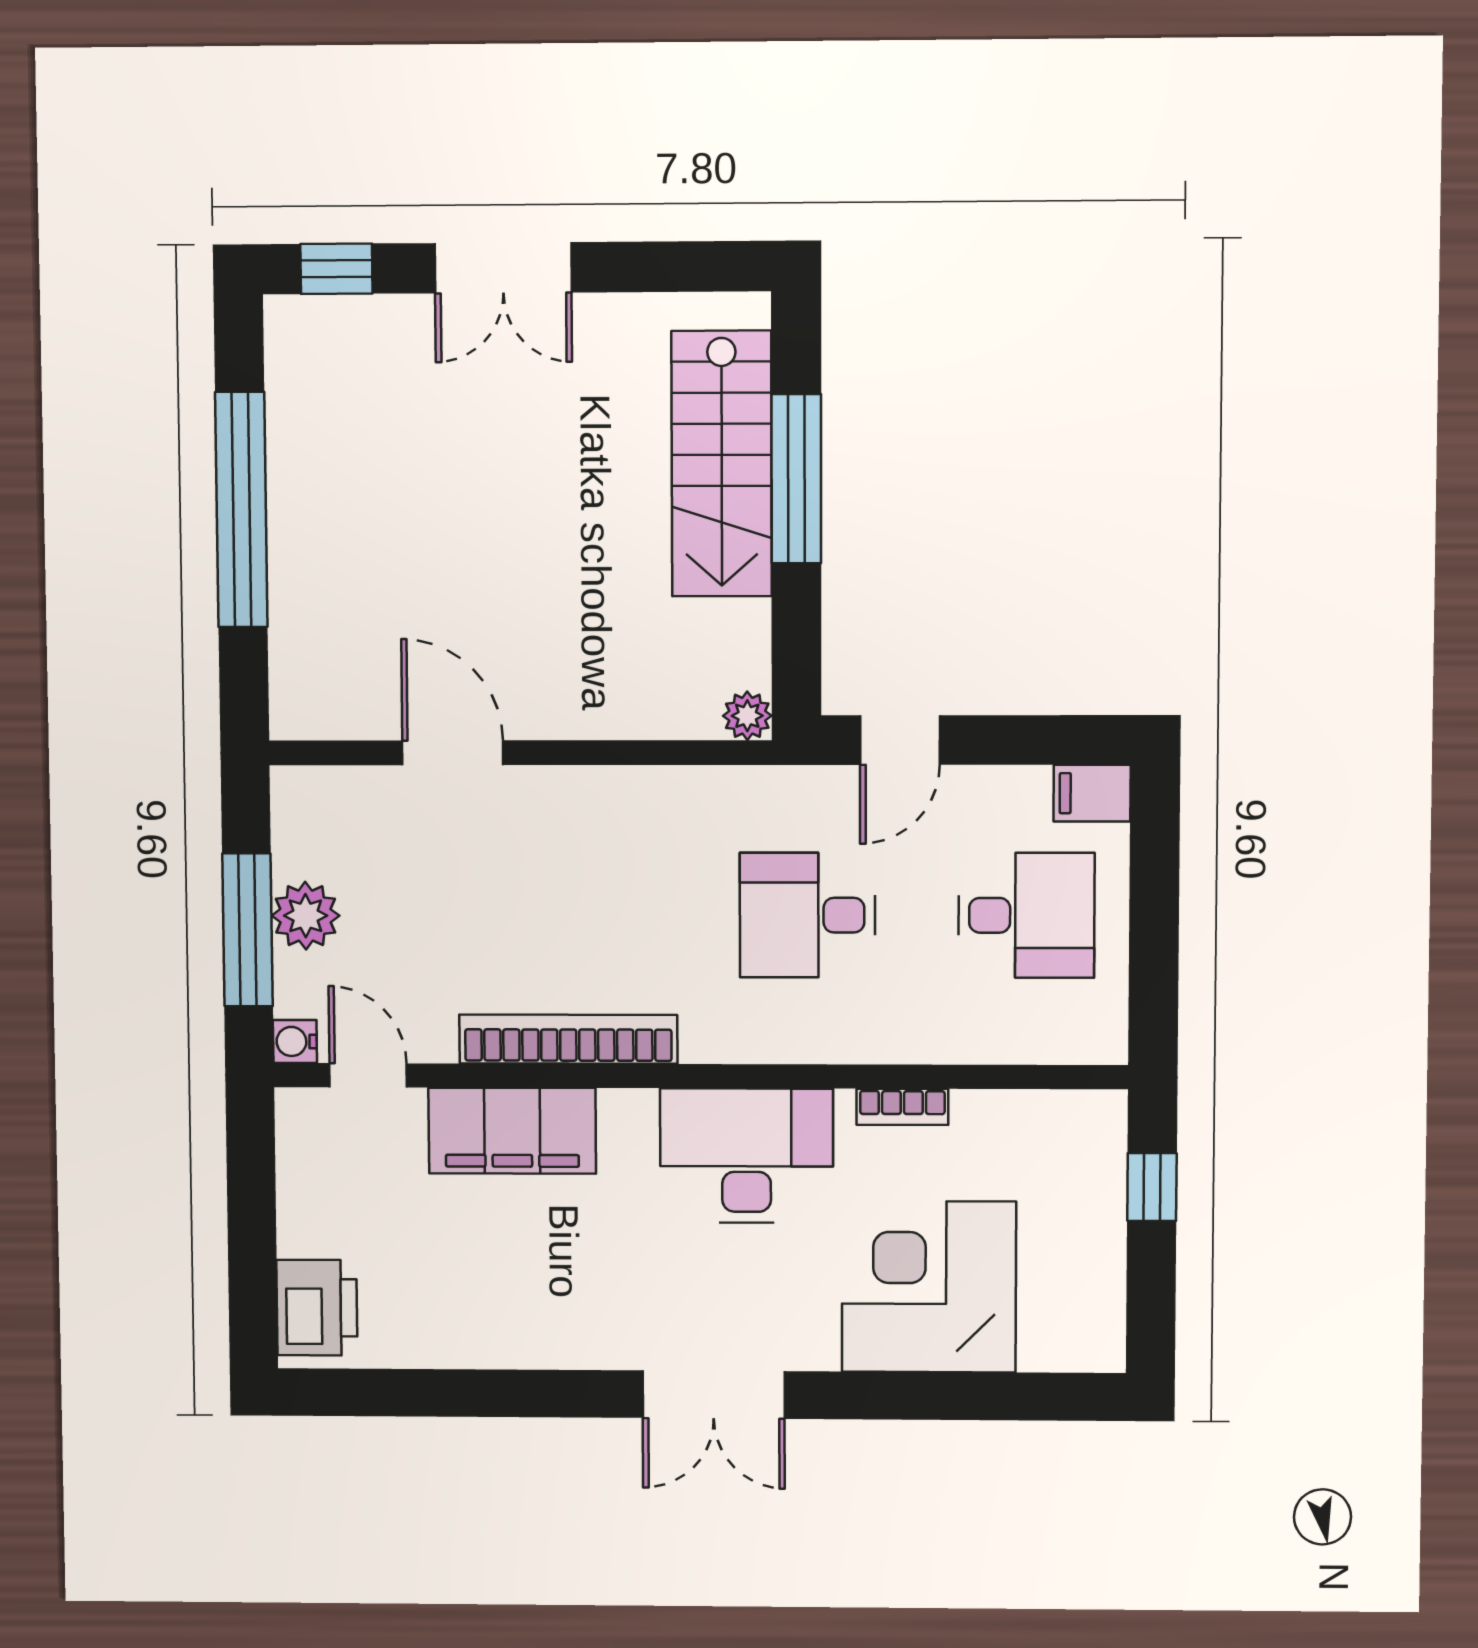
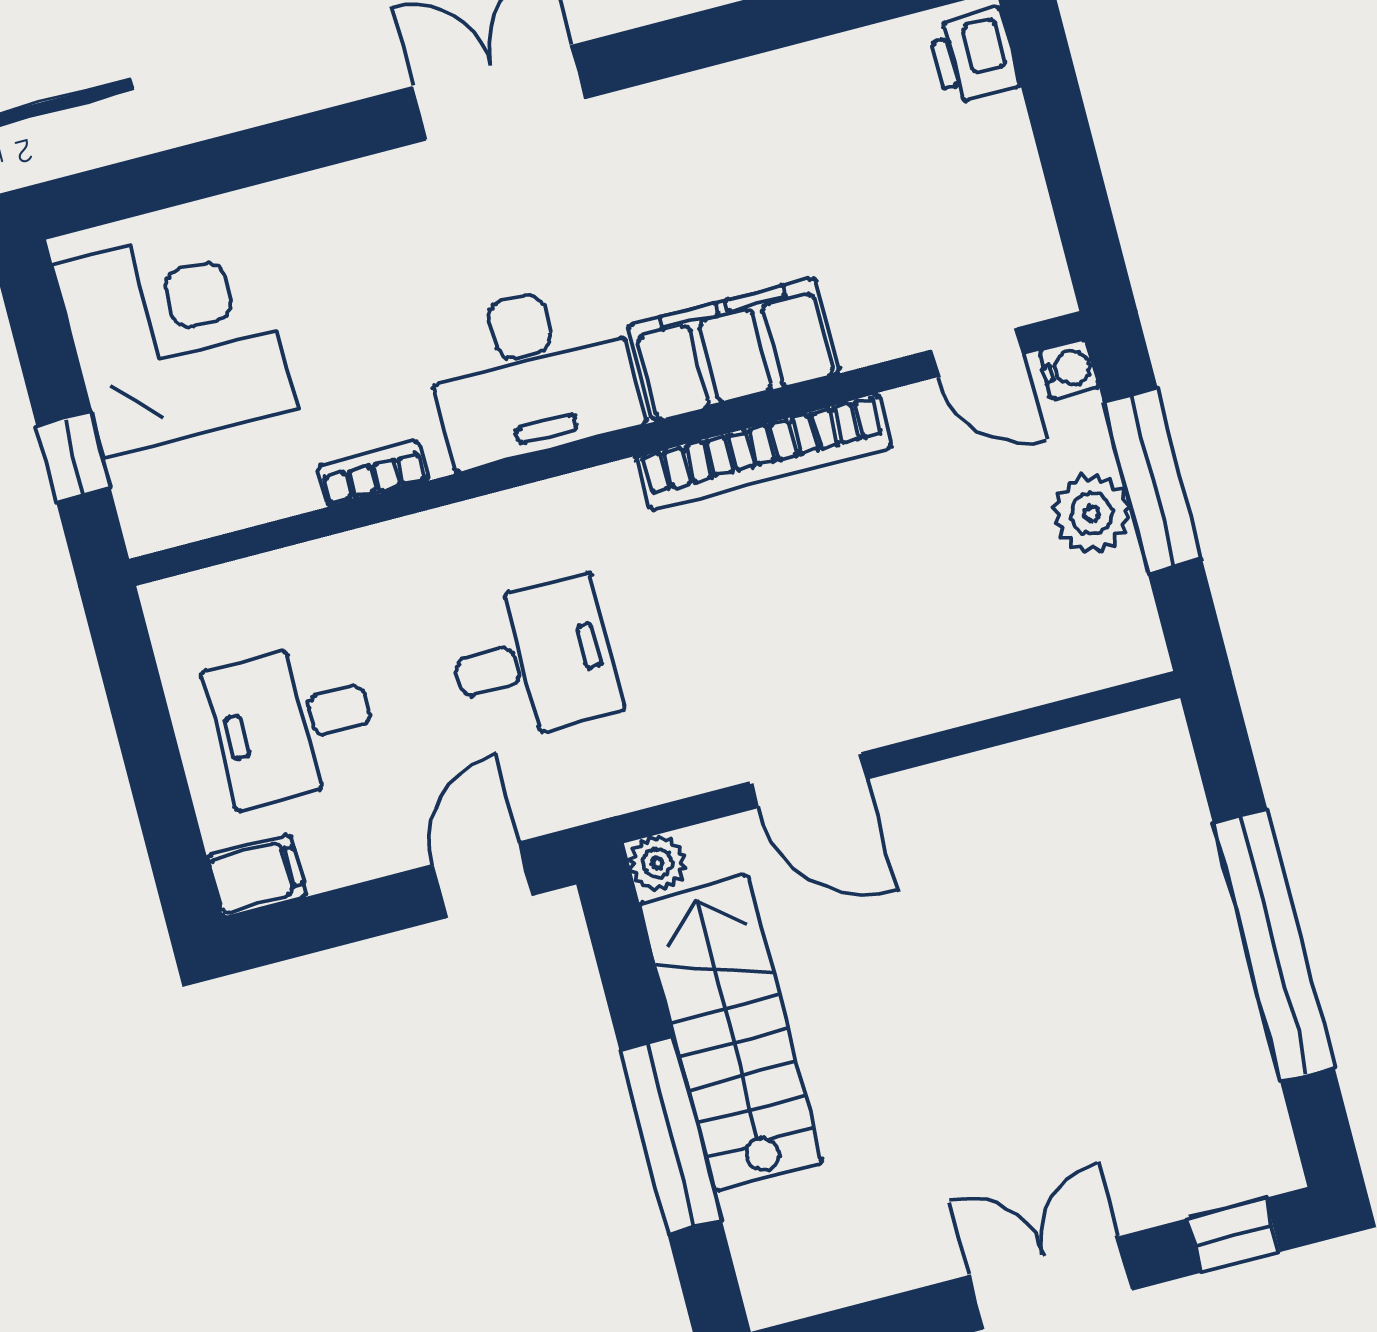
stairs: (722, 464) -> (731, 1033), moved
door: (453, 753) -> (809, 780), moved
filing cabinet: (512, 1131) -> (734, 350), moved
corner desk: (929, 1287) -> (174, 336), moved, turned -90
printer: (317, 1308) -> (974, 56), width x0.73, depth x0.81

